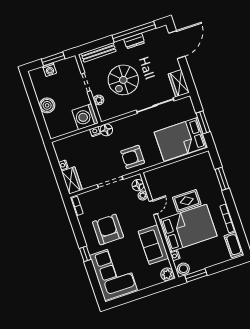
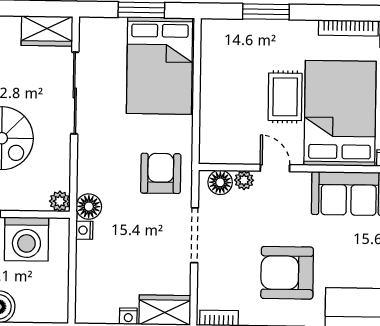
plant: (99, 100) -> (60, 201), moved
washing machine: (85, 117) -> (27, 239), moved
armchair: (133, 157) -> (161, 173), turned 180

